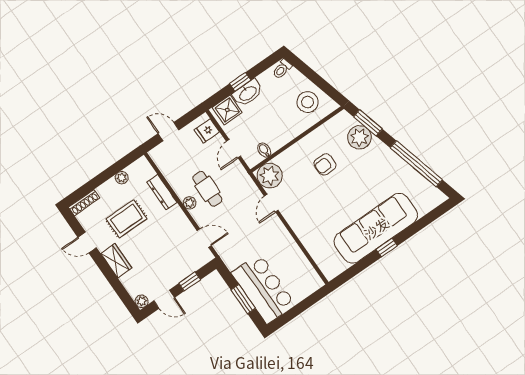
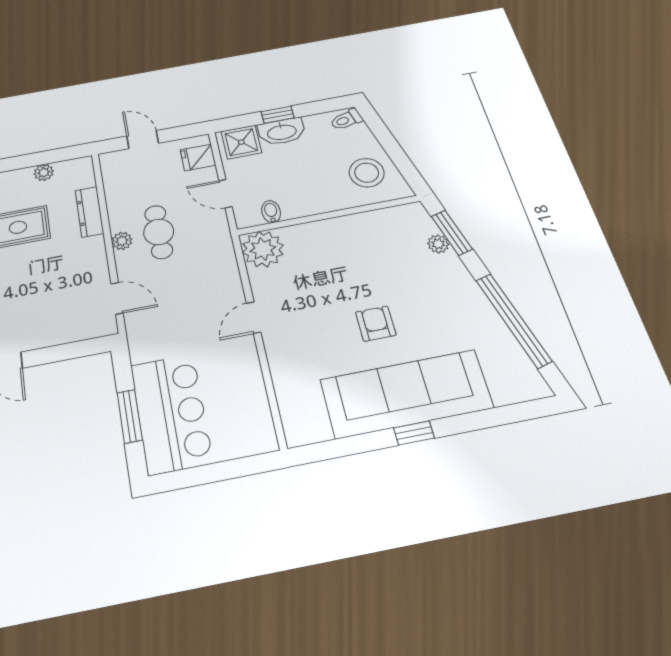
plant: (359, 137) -> (438, 244), width x0.53, depth x0.53
door: (234, 149) -> (225, 194), hinge flipped
armchair: (325, 164) -> (376, 324), moved, turned 90
door: (271, 203) -> (254, 318), moved
window: (190, 281) -> (60, 353), removed

